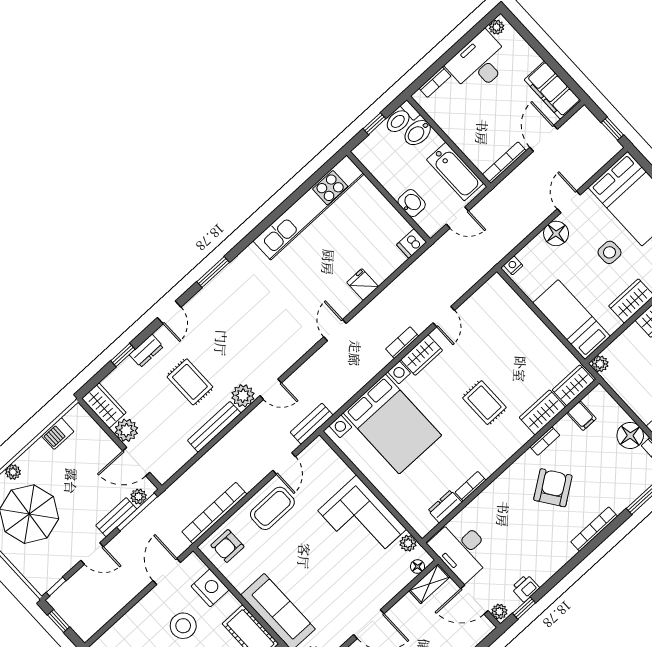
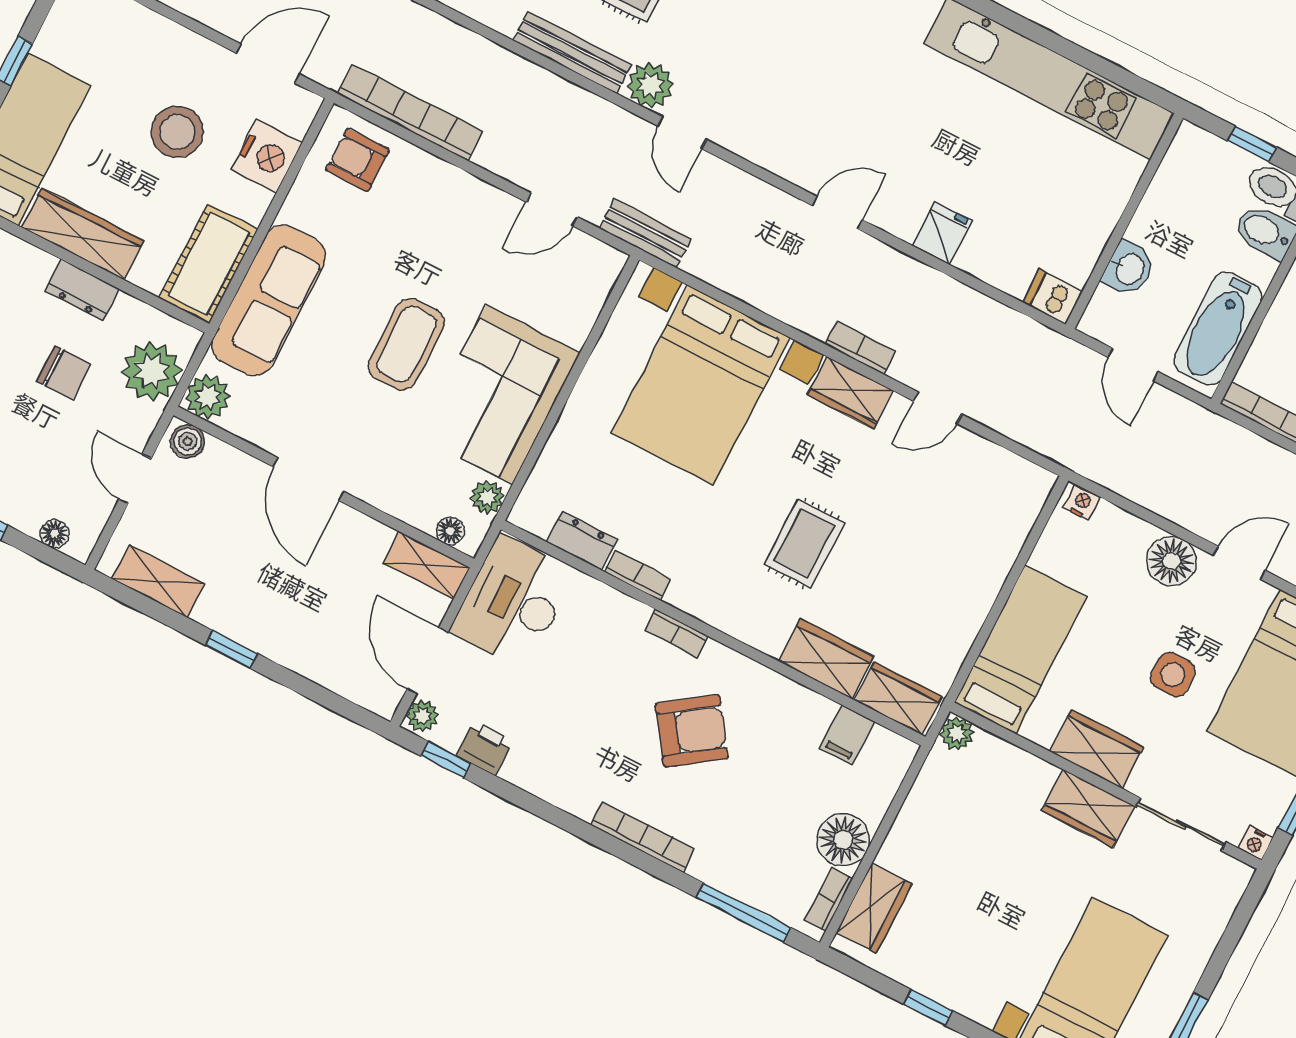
bookcase: (545, 441) -> (676, 633), moved
coffee table: (272, 508) -> (406, 344), moved, turned 90

